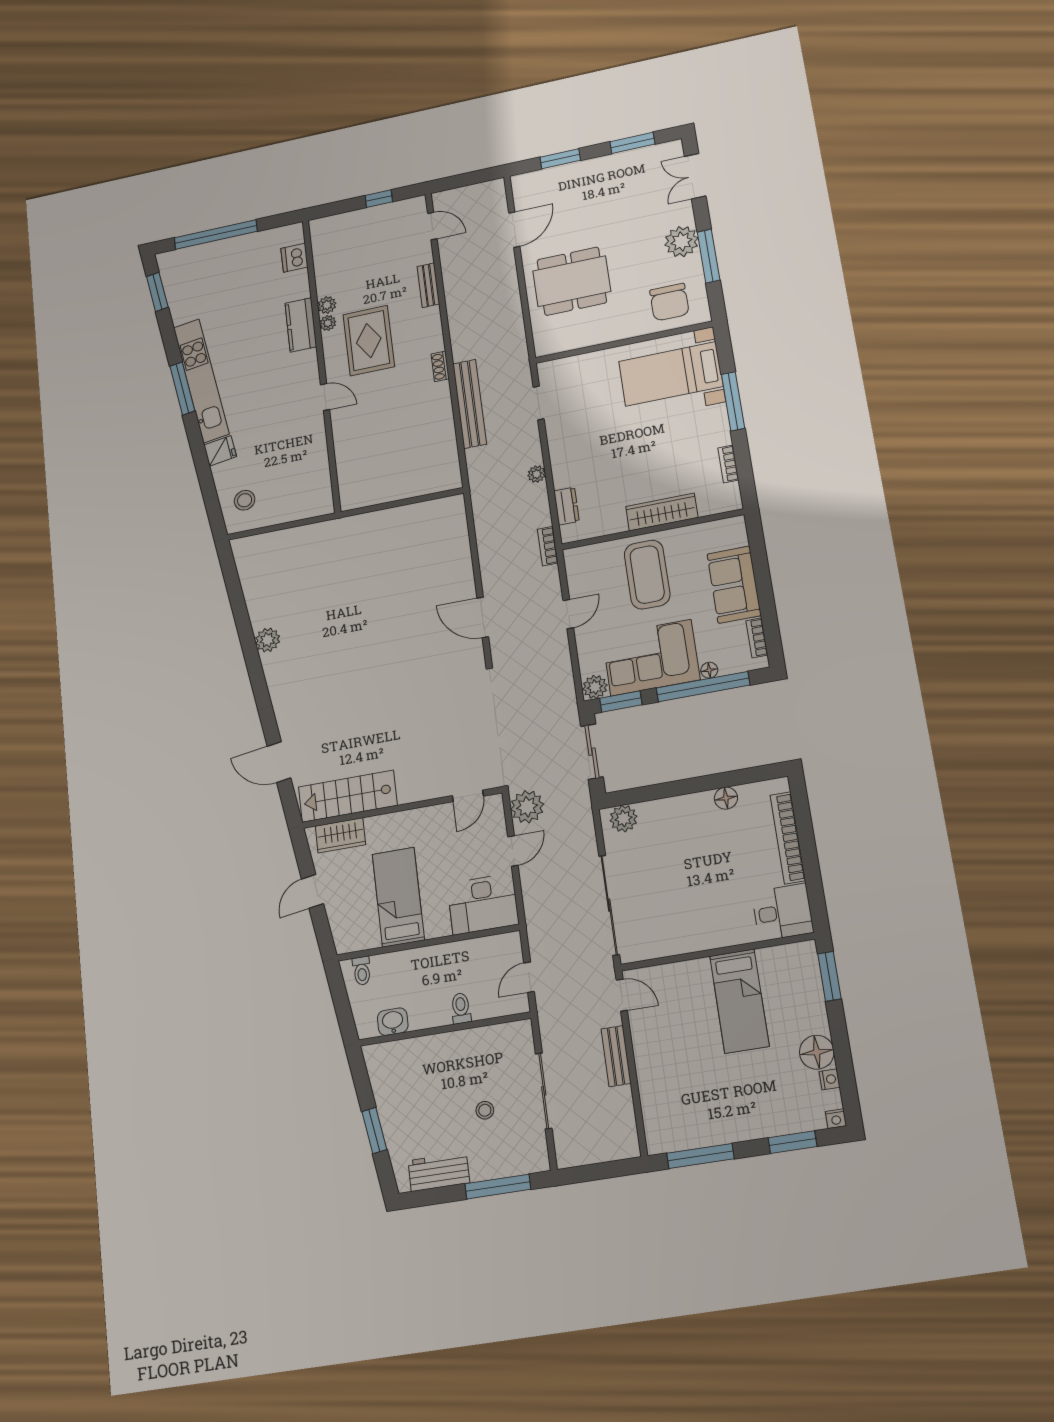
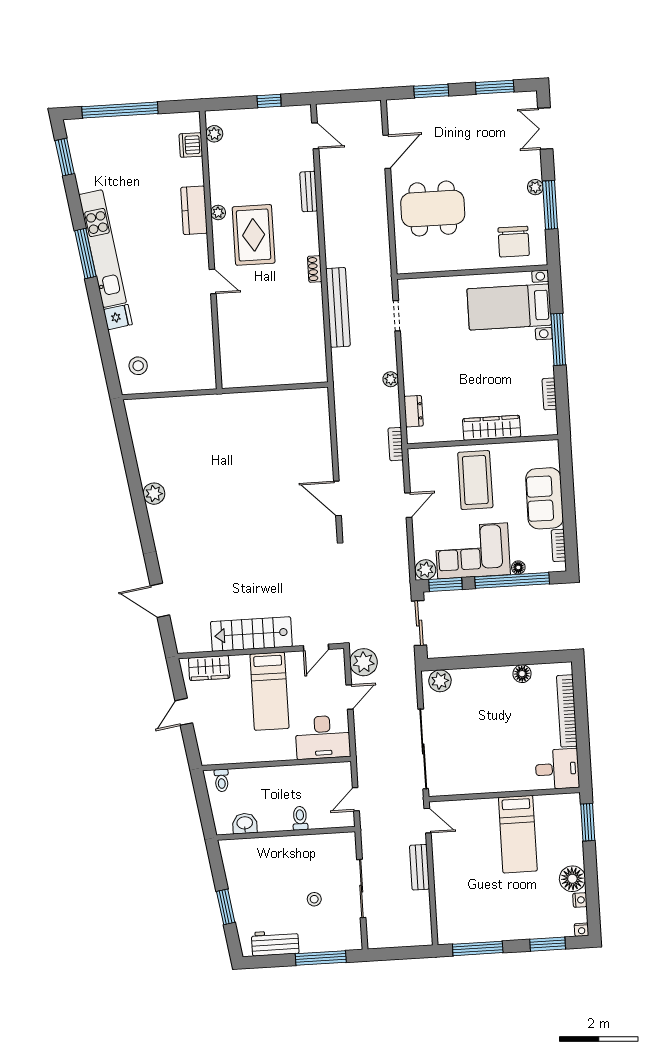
plant: (681, 241) -> (535, 187), width x0.53, depth x0.53
plant: (327, 305) -> (214, 134), moved
stairs: (348, 796) -> (251, 634), moved
bed: (398, 897) -> (269, 691), moved, turned 180

